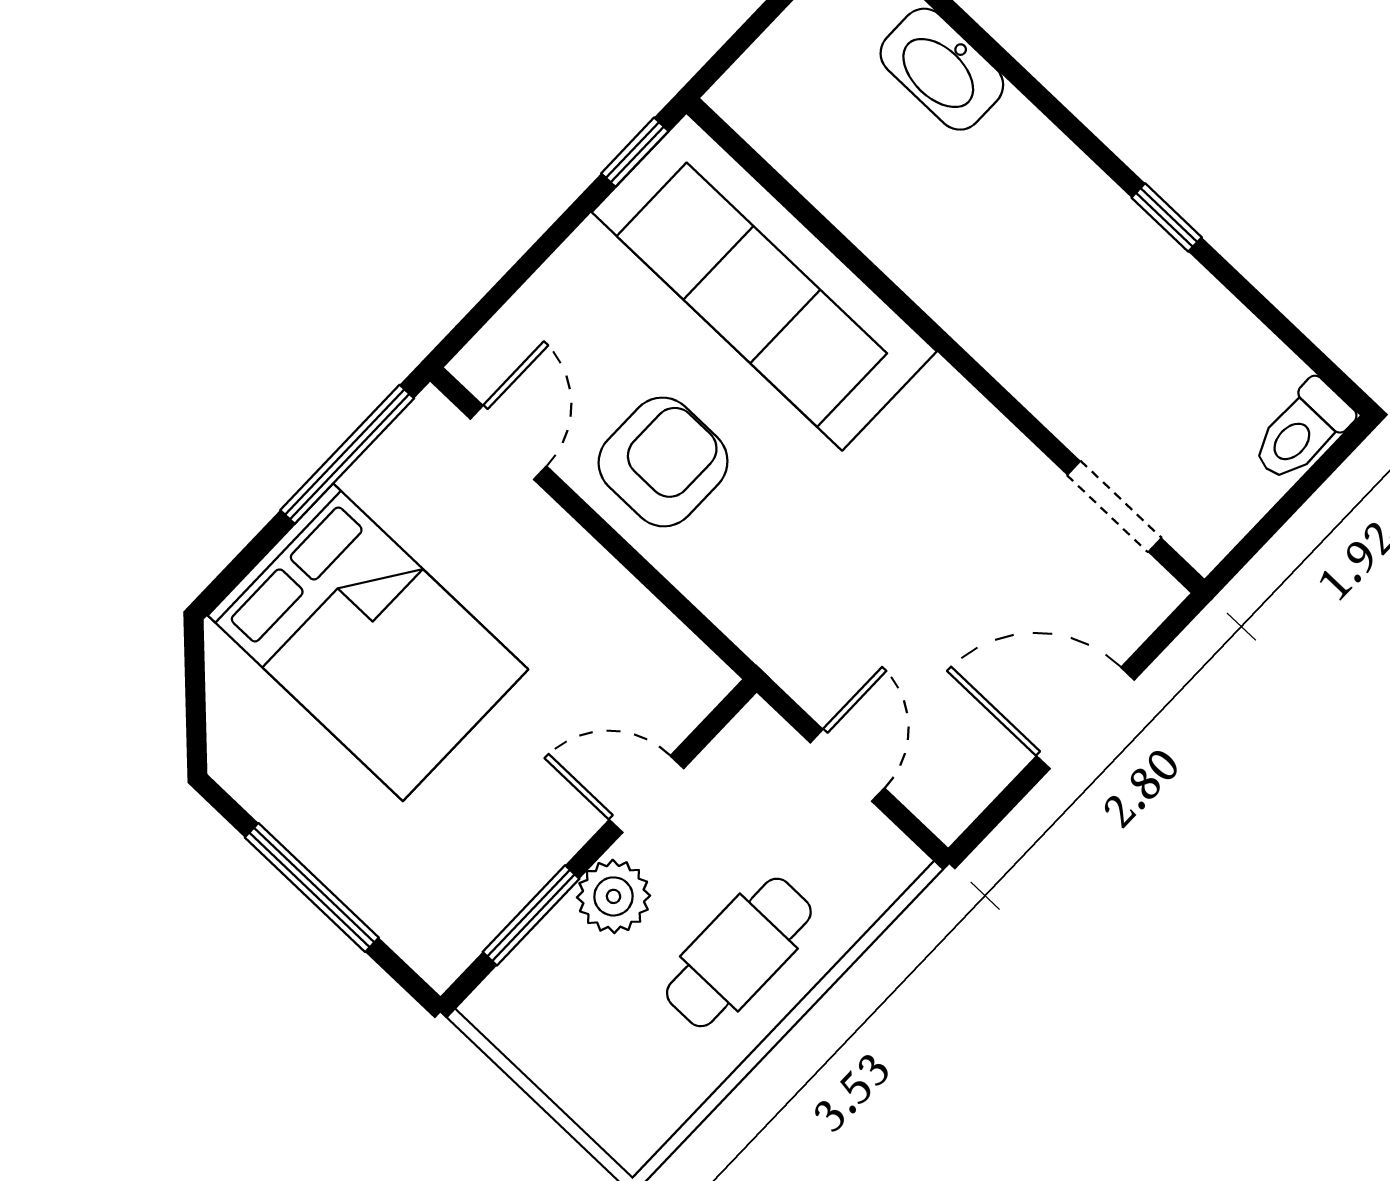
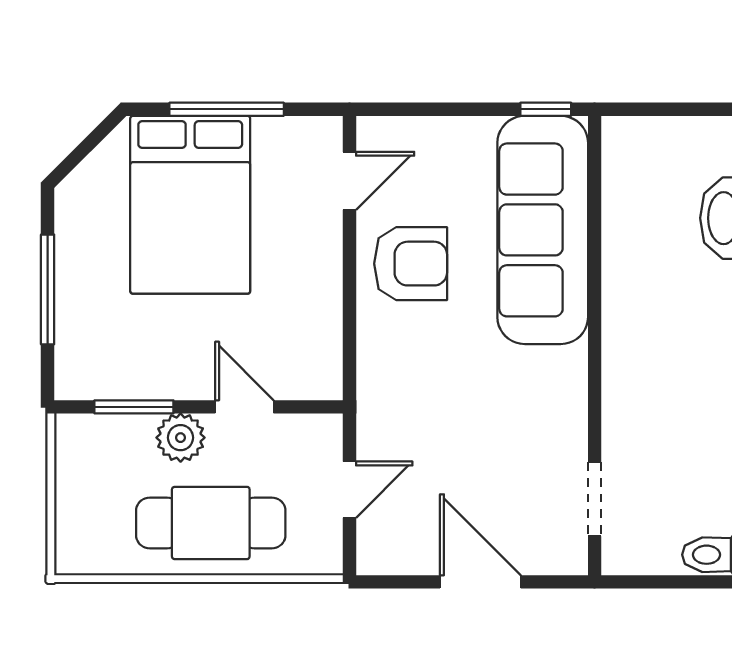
window: (347, 454) -> (227, 109), moved
cafe table: (739, 952) -> (211, 523), width x1.37, depth x1.35

